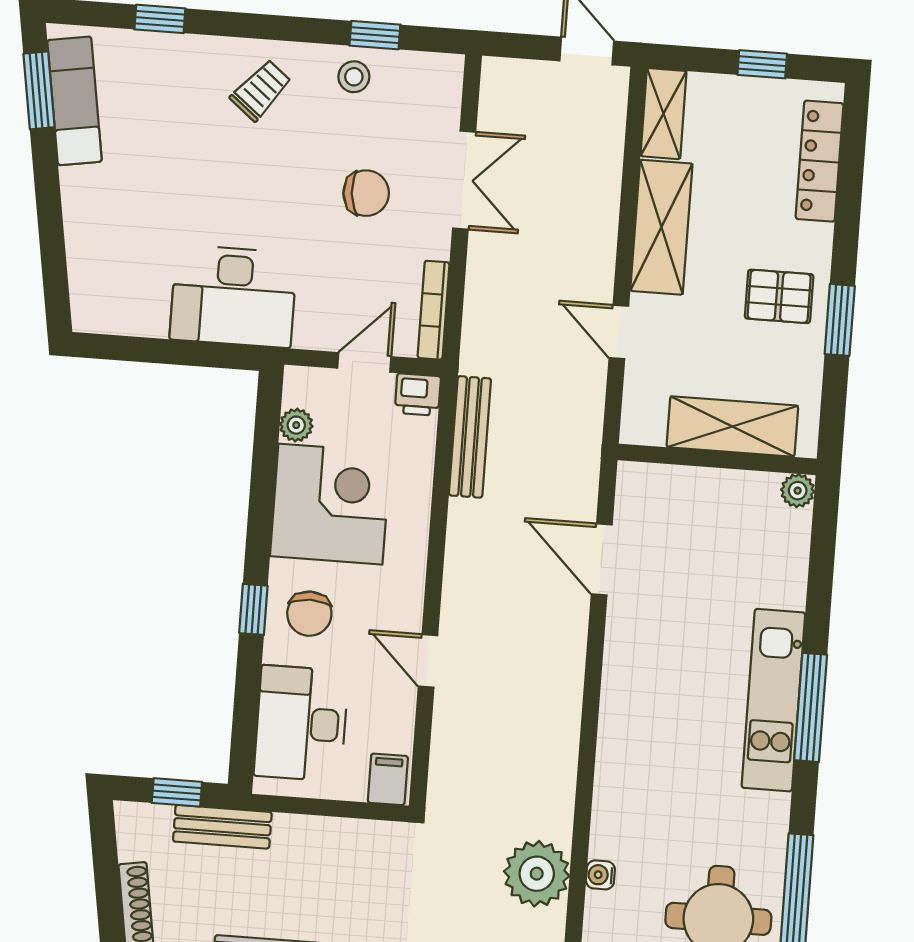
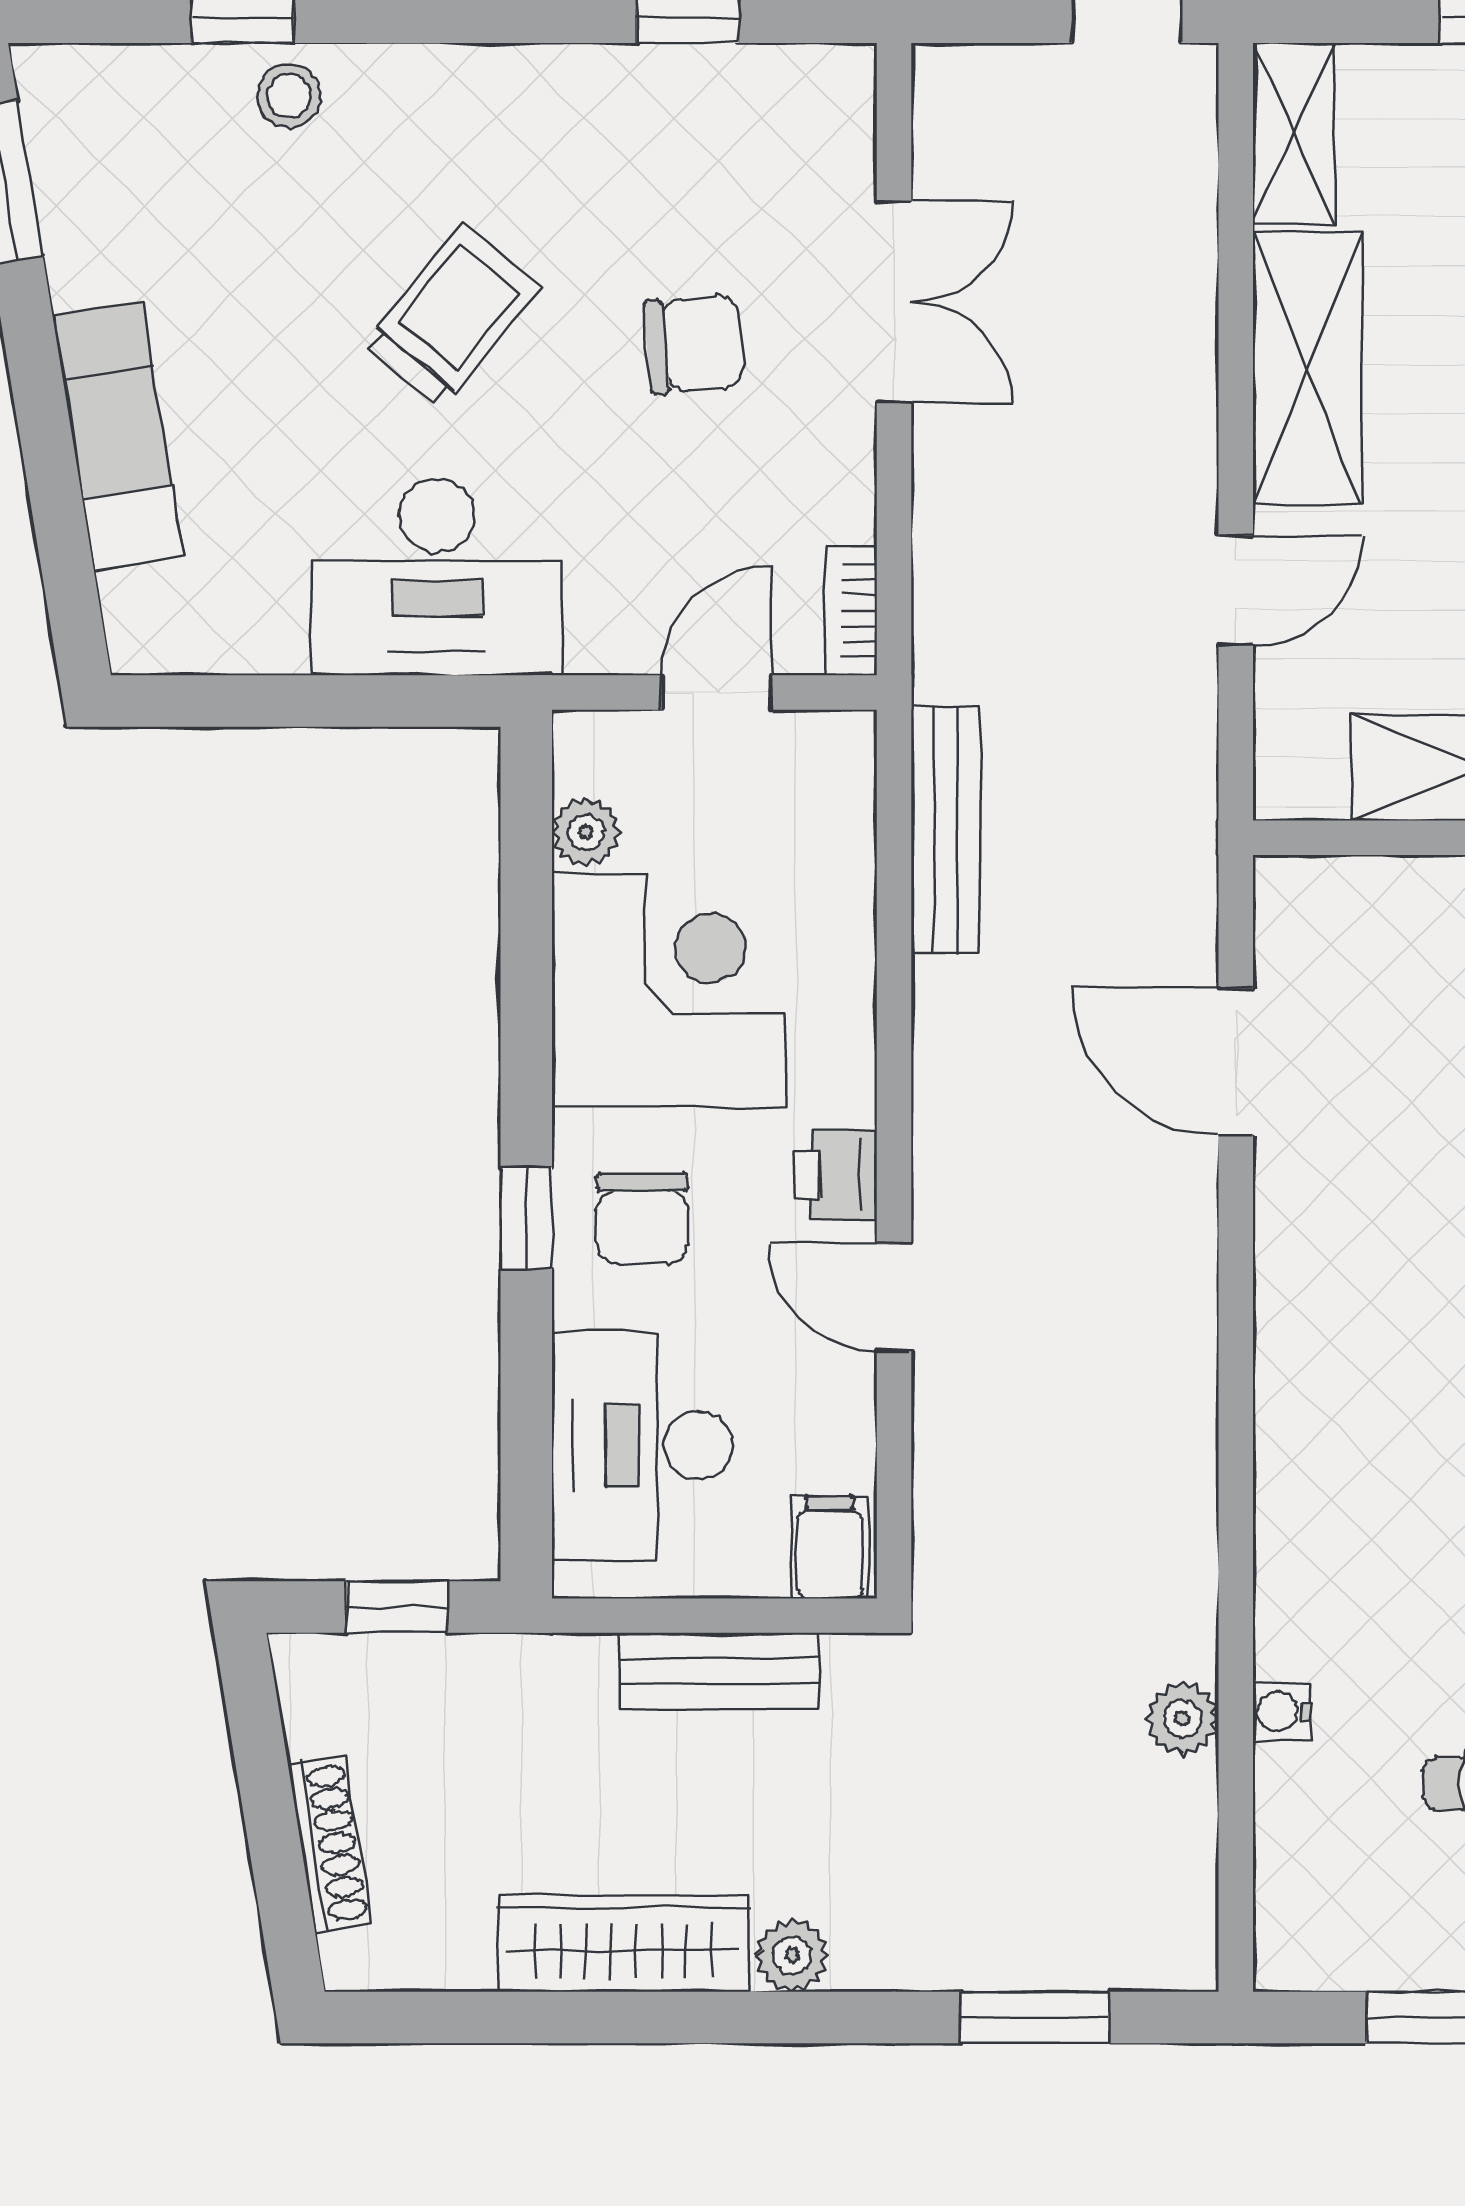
stool: (354, 77) -> (289, 96), moved
trolley: (261, 90) -> (452, 316), moved, width x1.36, depth x1.39
exam couch: (75, 101) -> (118, 436), moved
bookcase: (434, 310) -> (851, 611), width x0.64
door: (619, 332) -> (1236, 591), swing flipped
printer: (418, 395) -> (836, 1175), moved, turned 90
bench: (222, 827) -> (719, 1671), moved
plant: (537, 874) -> (1182, 1719), width x0.53, depth x0.53

